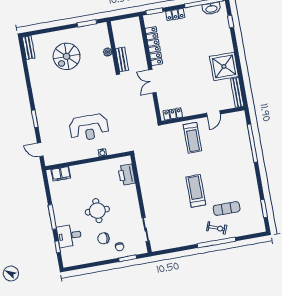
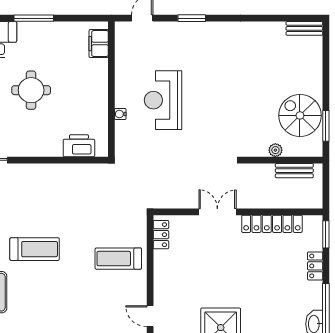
spiral stairs: (67, 56) -> (300, 115), moved
bench: (122, 59) -> (294, 171), moved
door: (213, 114) -> (150, 316), moved

